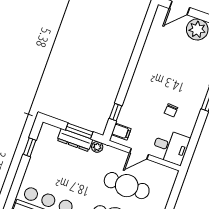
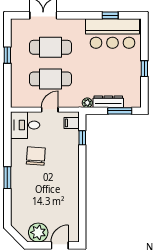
chair: (171, 110) -> (36, 156), width x1.87, depth x1.87
window: (79, 131) -> (120, 111), moved
window: (30, 147) -> (144, 69), moved

